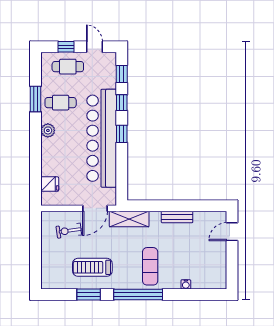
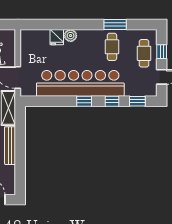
plant: (48, 130) -> (71, 36), moved
fridge: (50, 184) -> (57, 37), moved
bench: (177, 217) -> (10, 146), width x1.36

